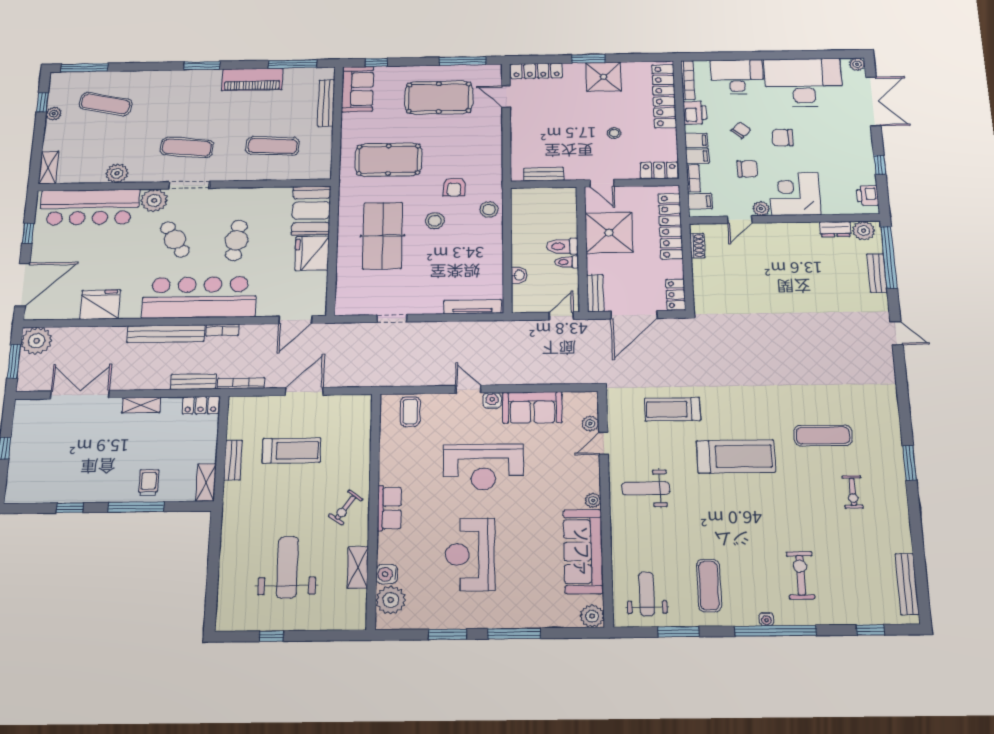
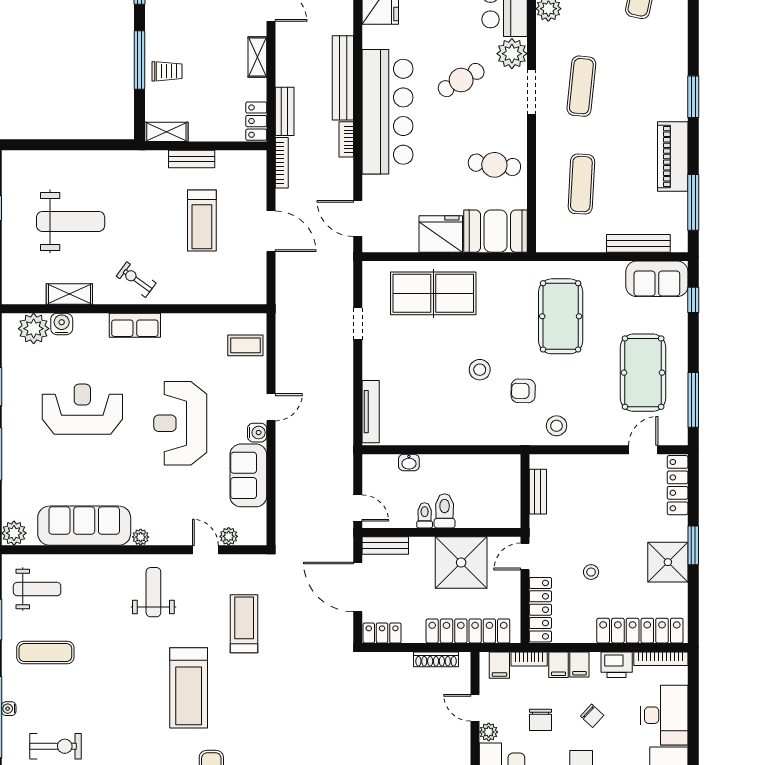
locker: (659, 171) -> (540, 610), width x1.53
stool: (489, 210) -> (557, 426), moved
table tennis table: (383, 236) -> (433, 293), moved
cafe table: (236, 240) -> (494, 165), moved
shoe rack: (697, 246) -> (436, 659), width x1.43

